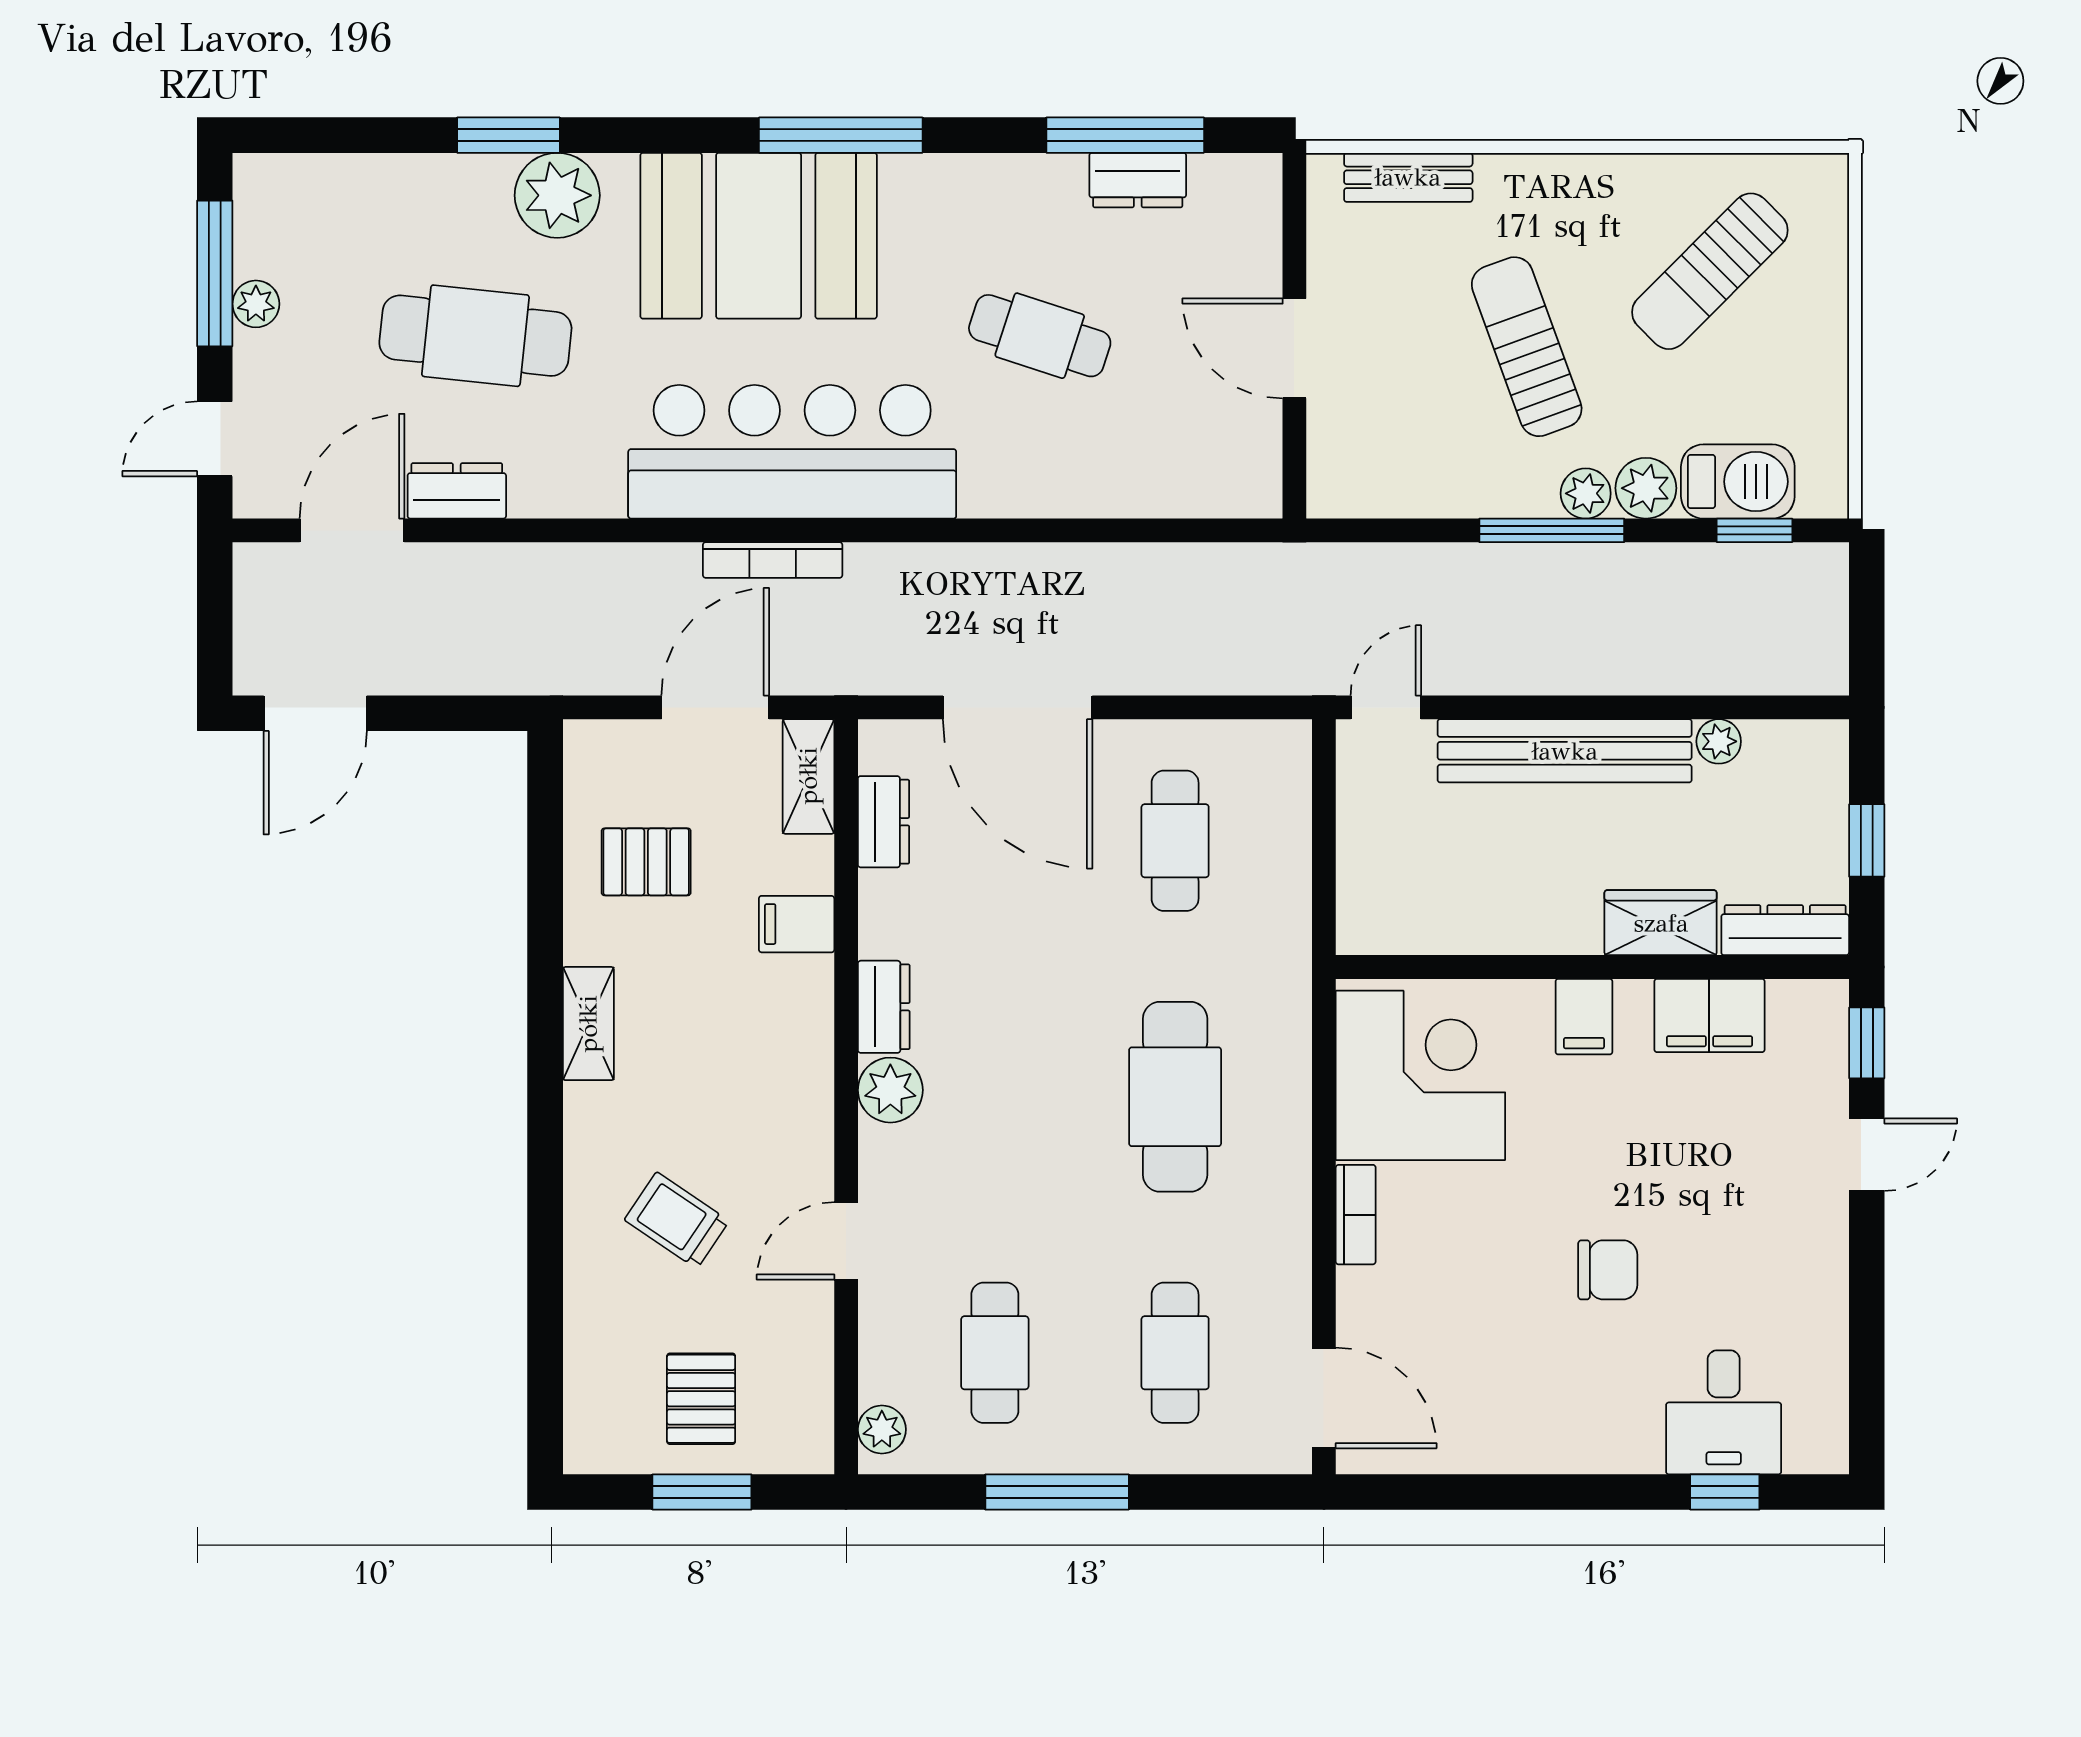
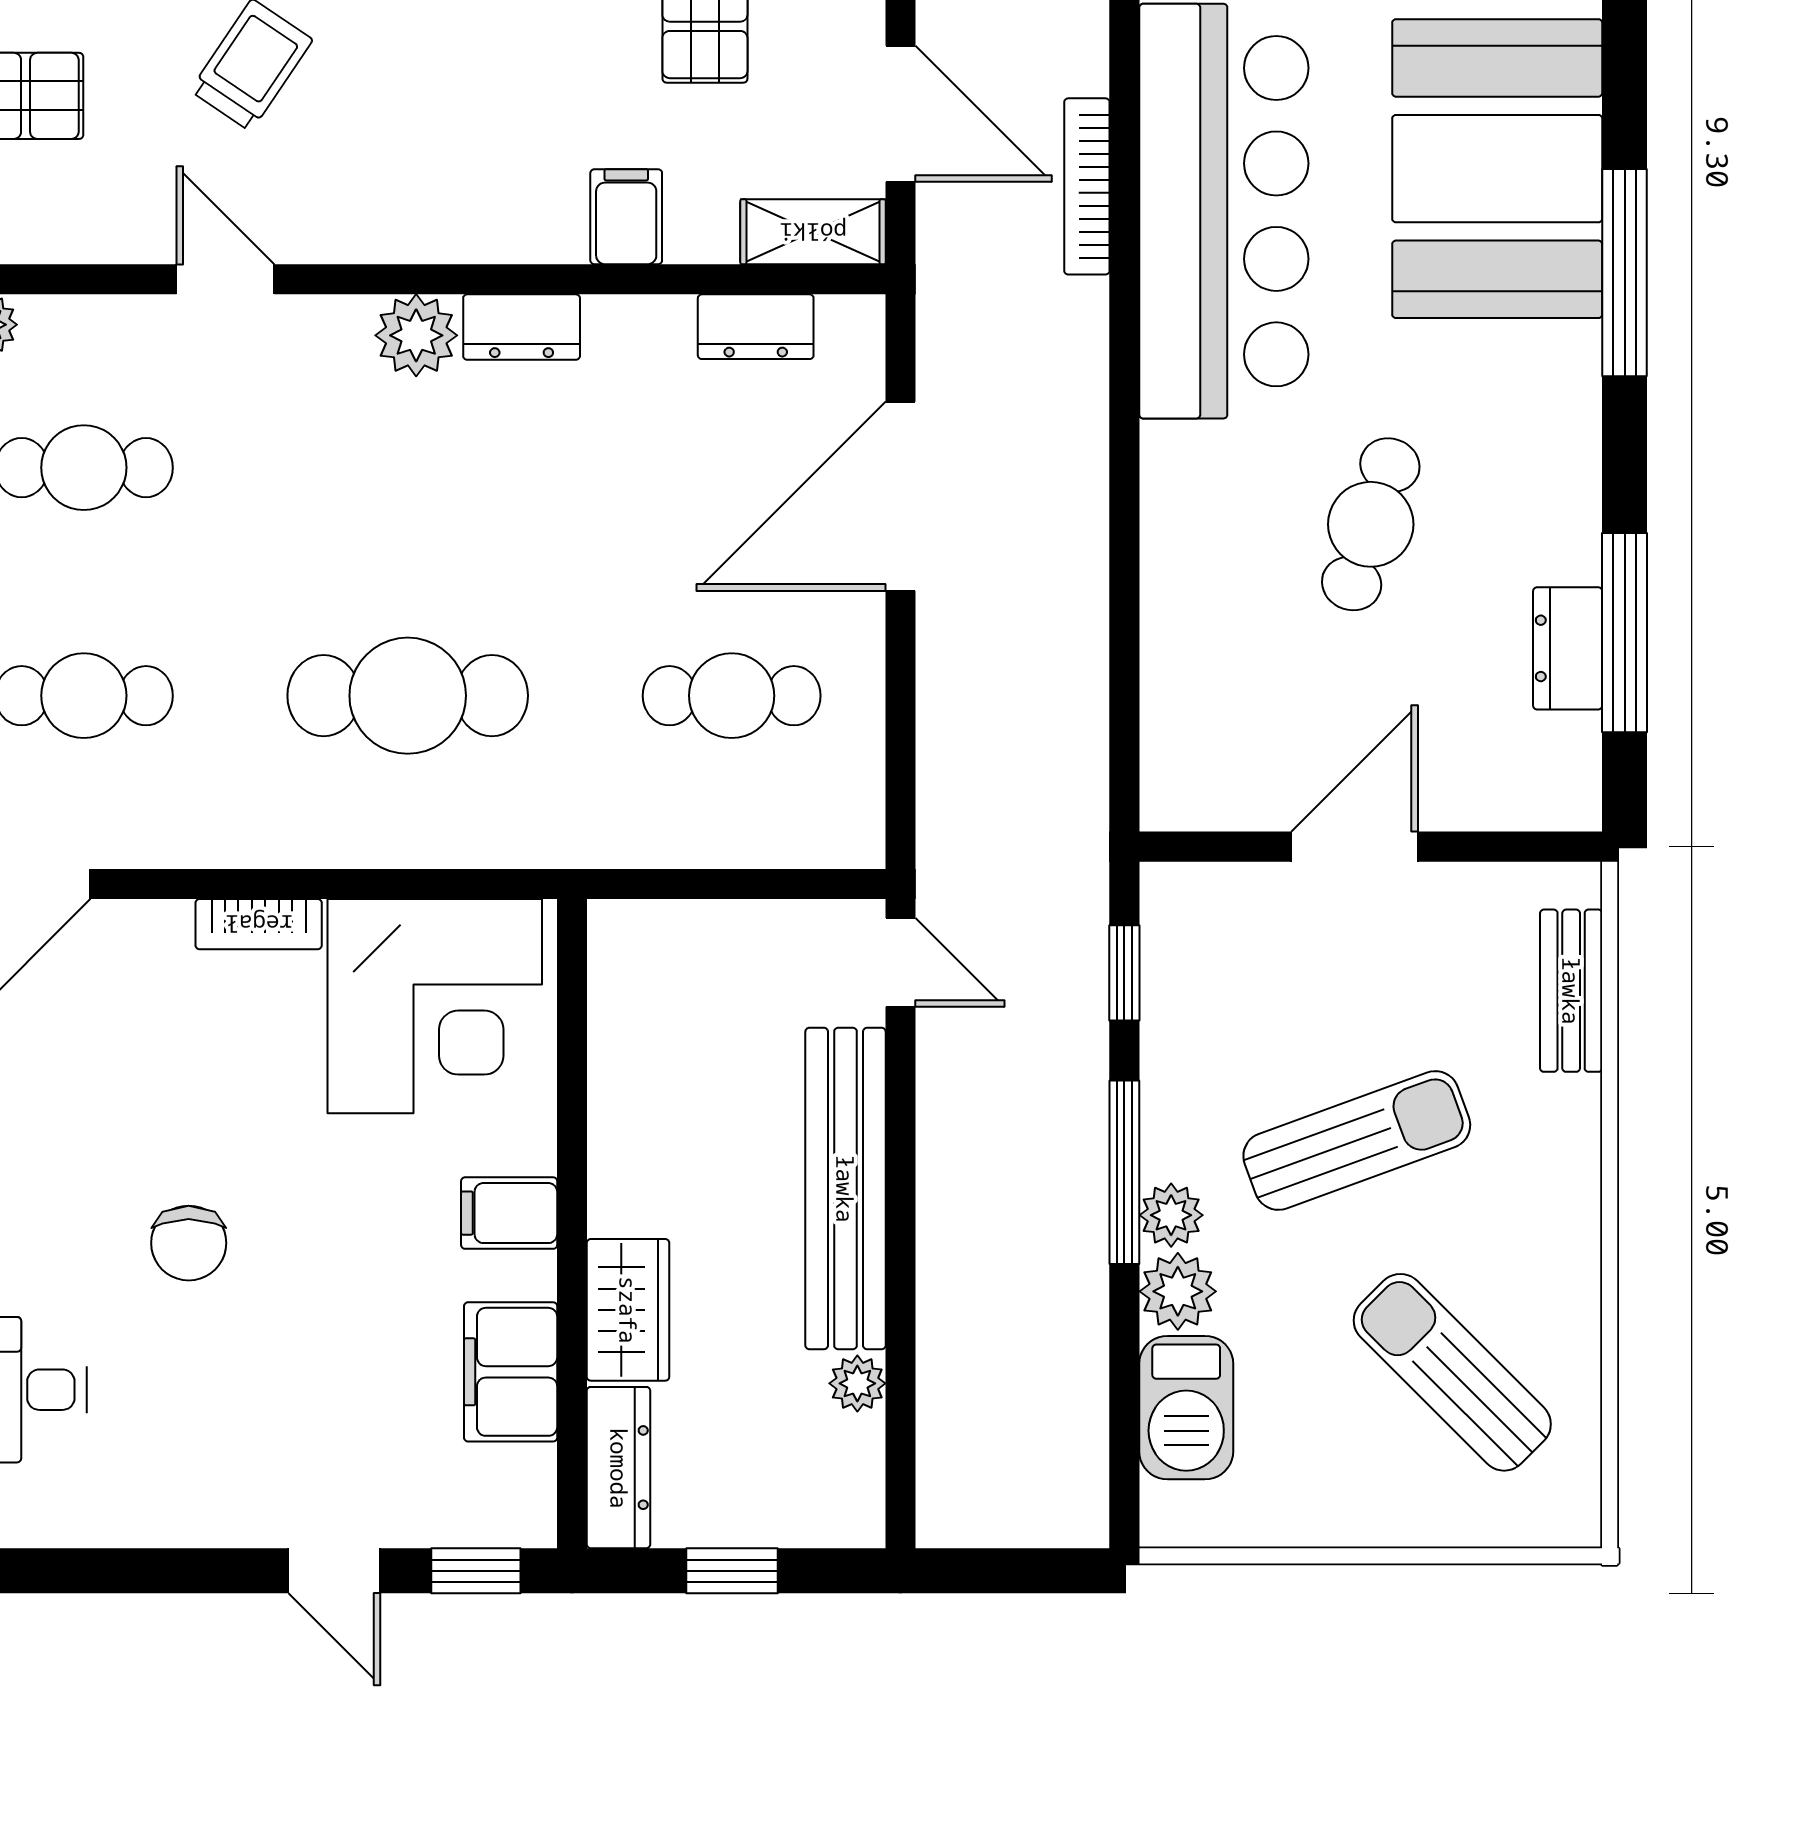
window: (1754, 530) -> (1124, 973), moved

